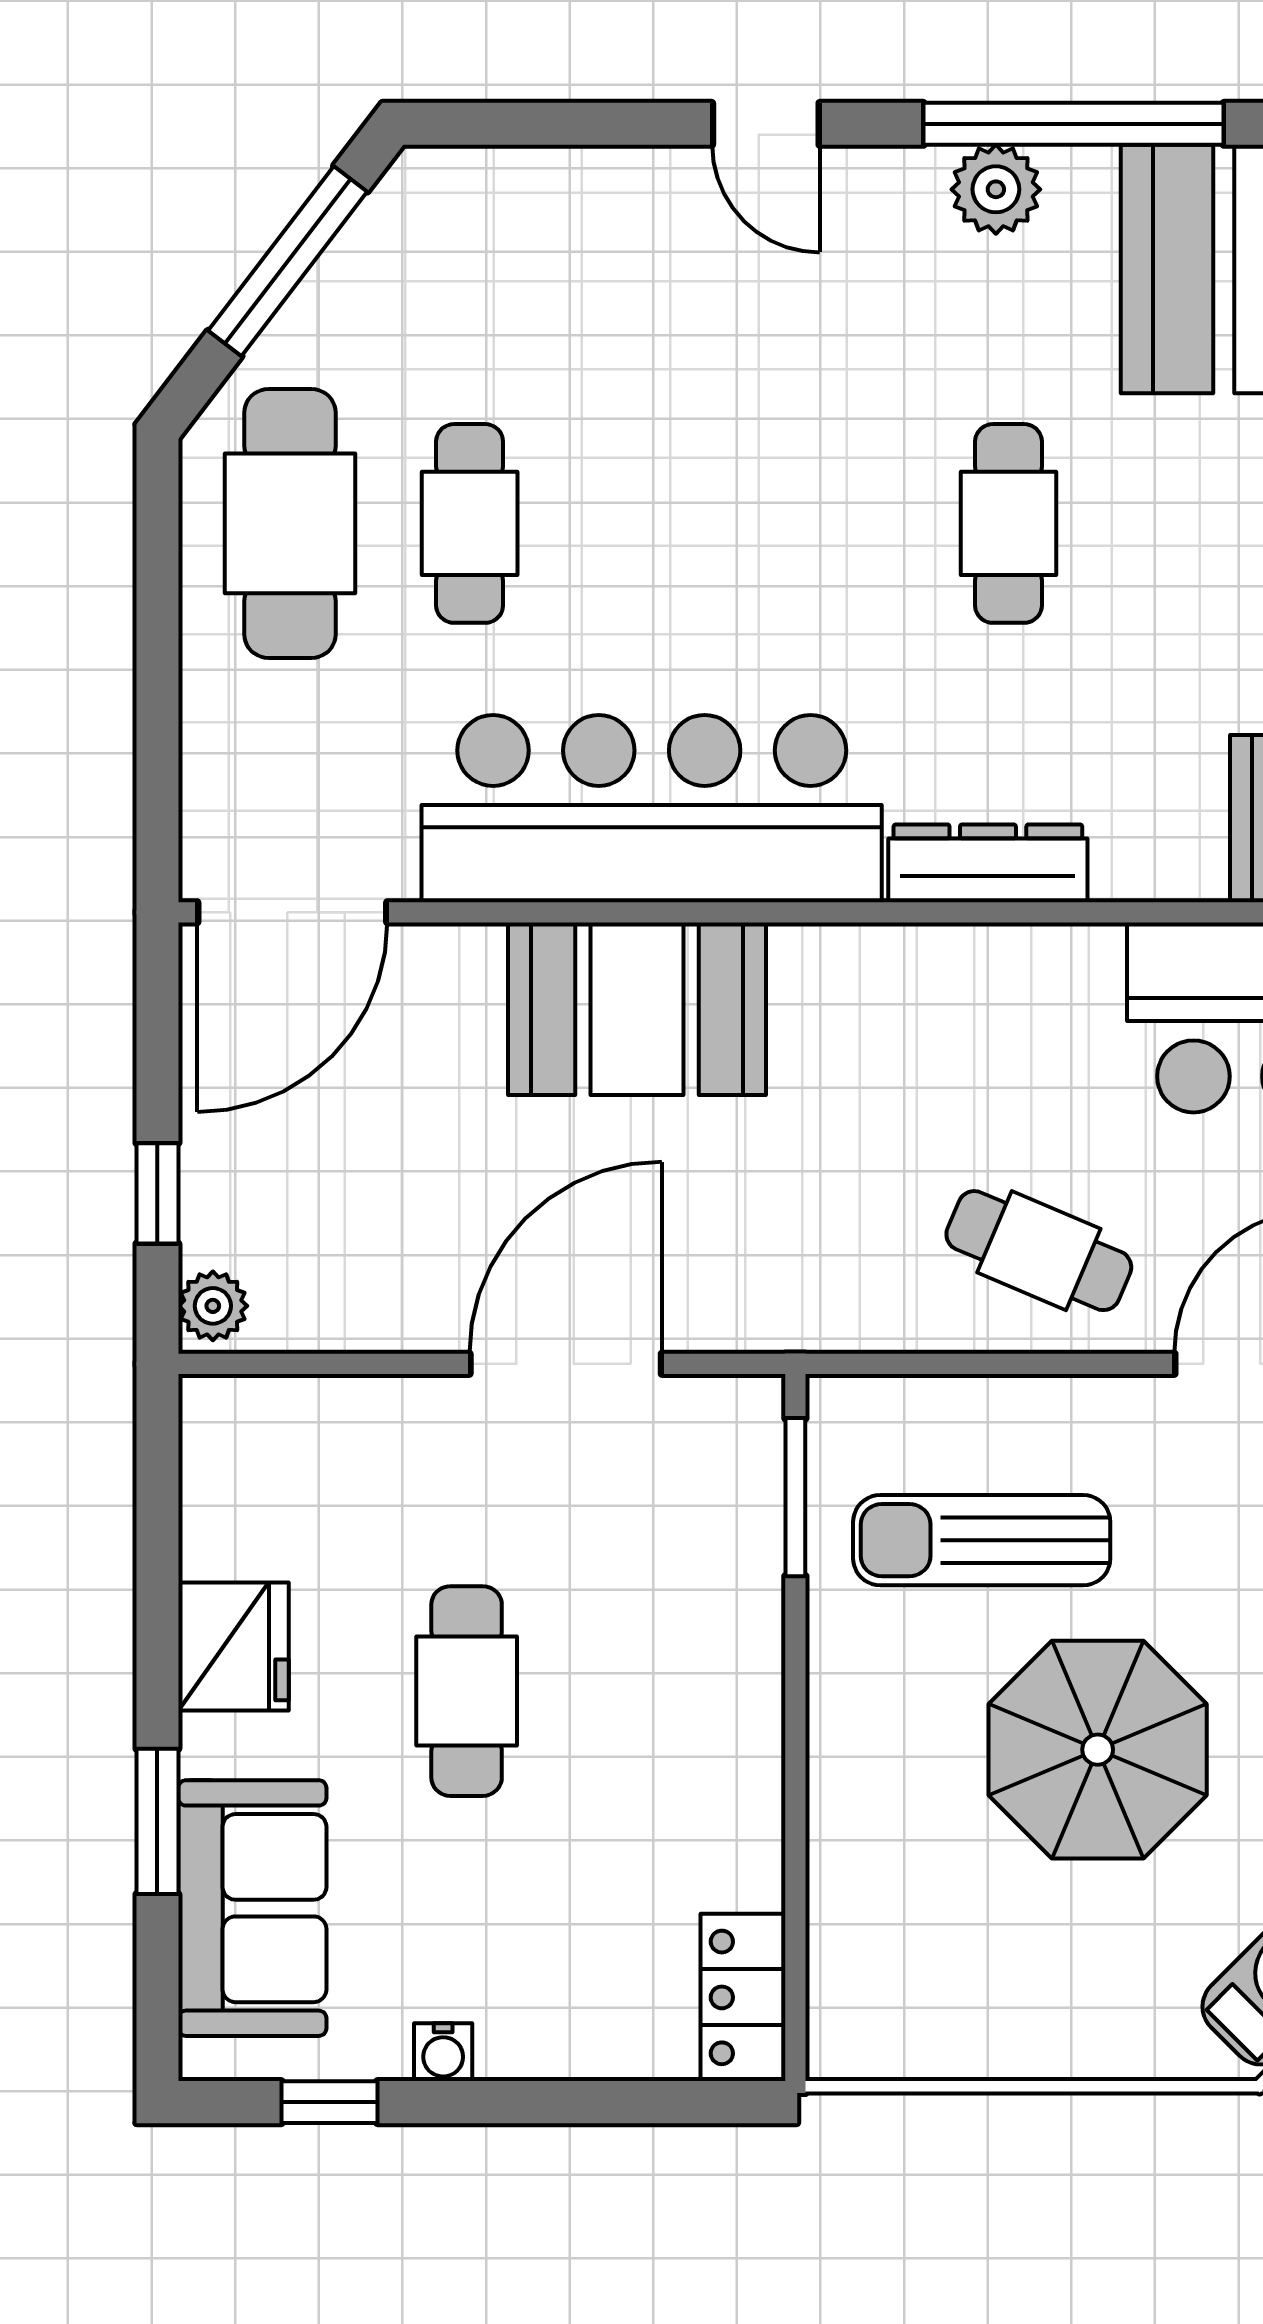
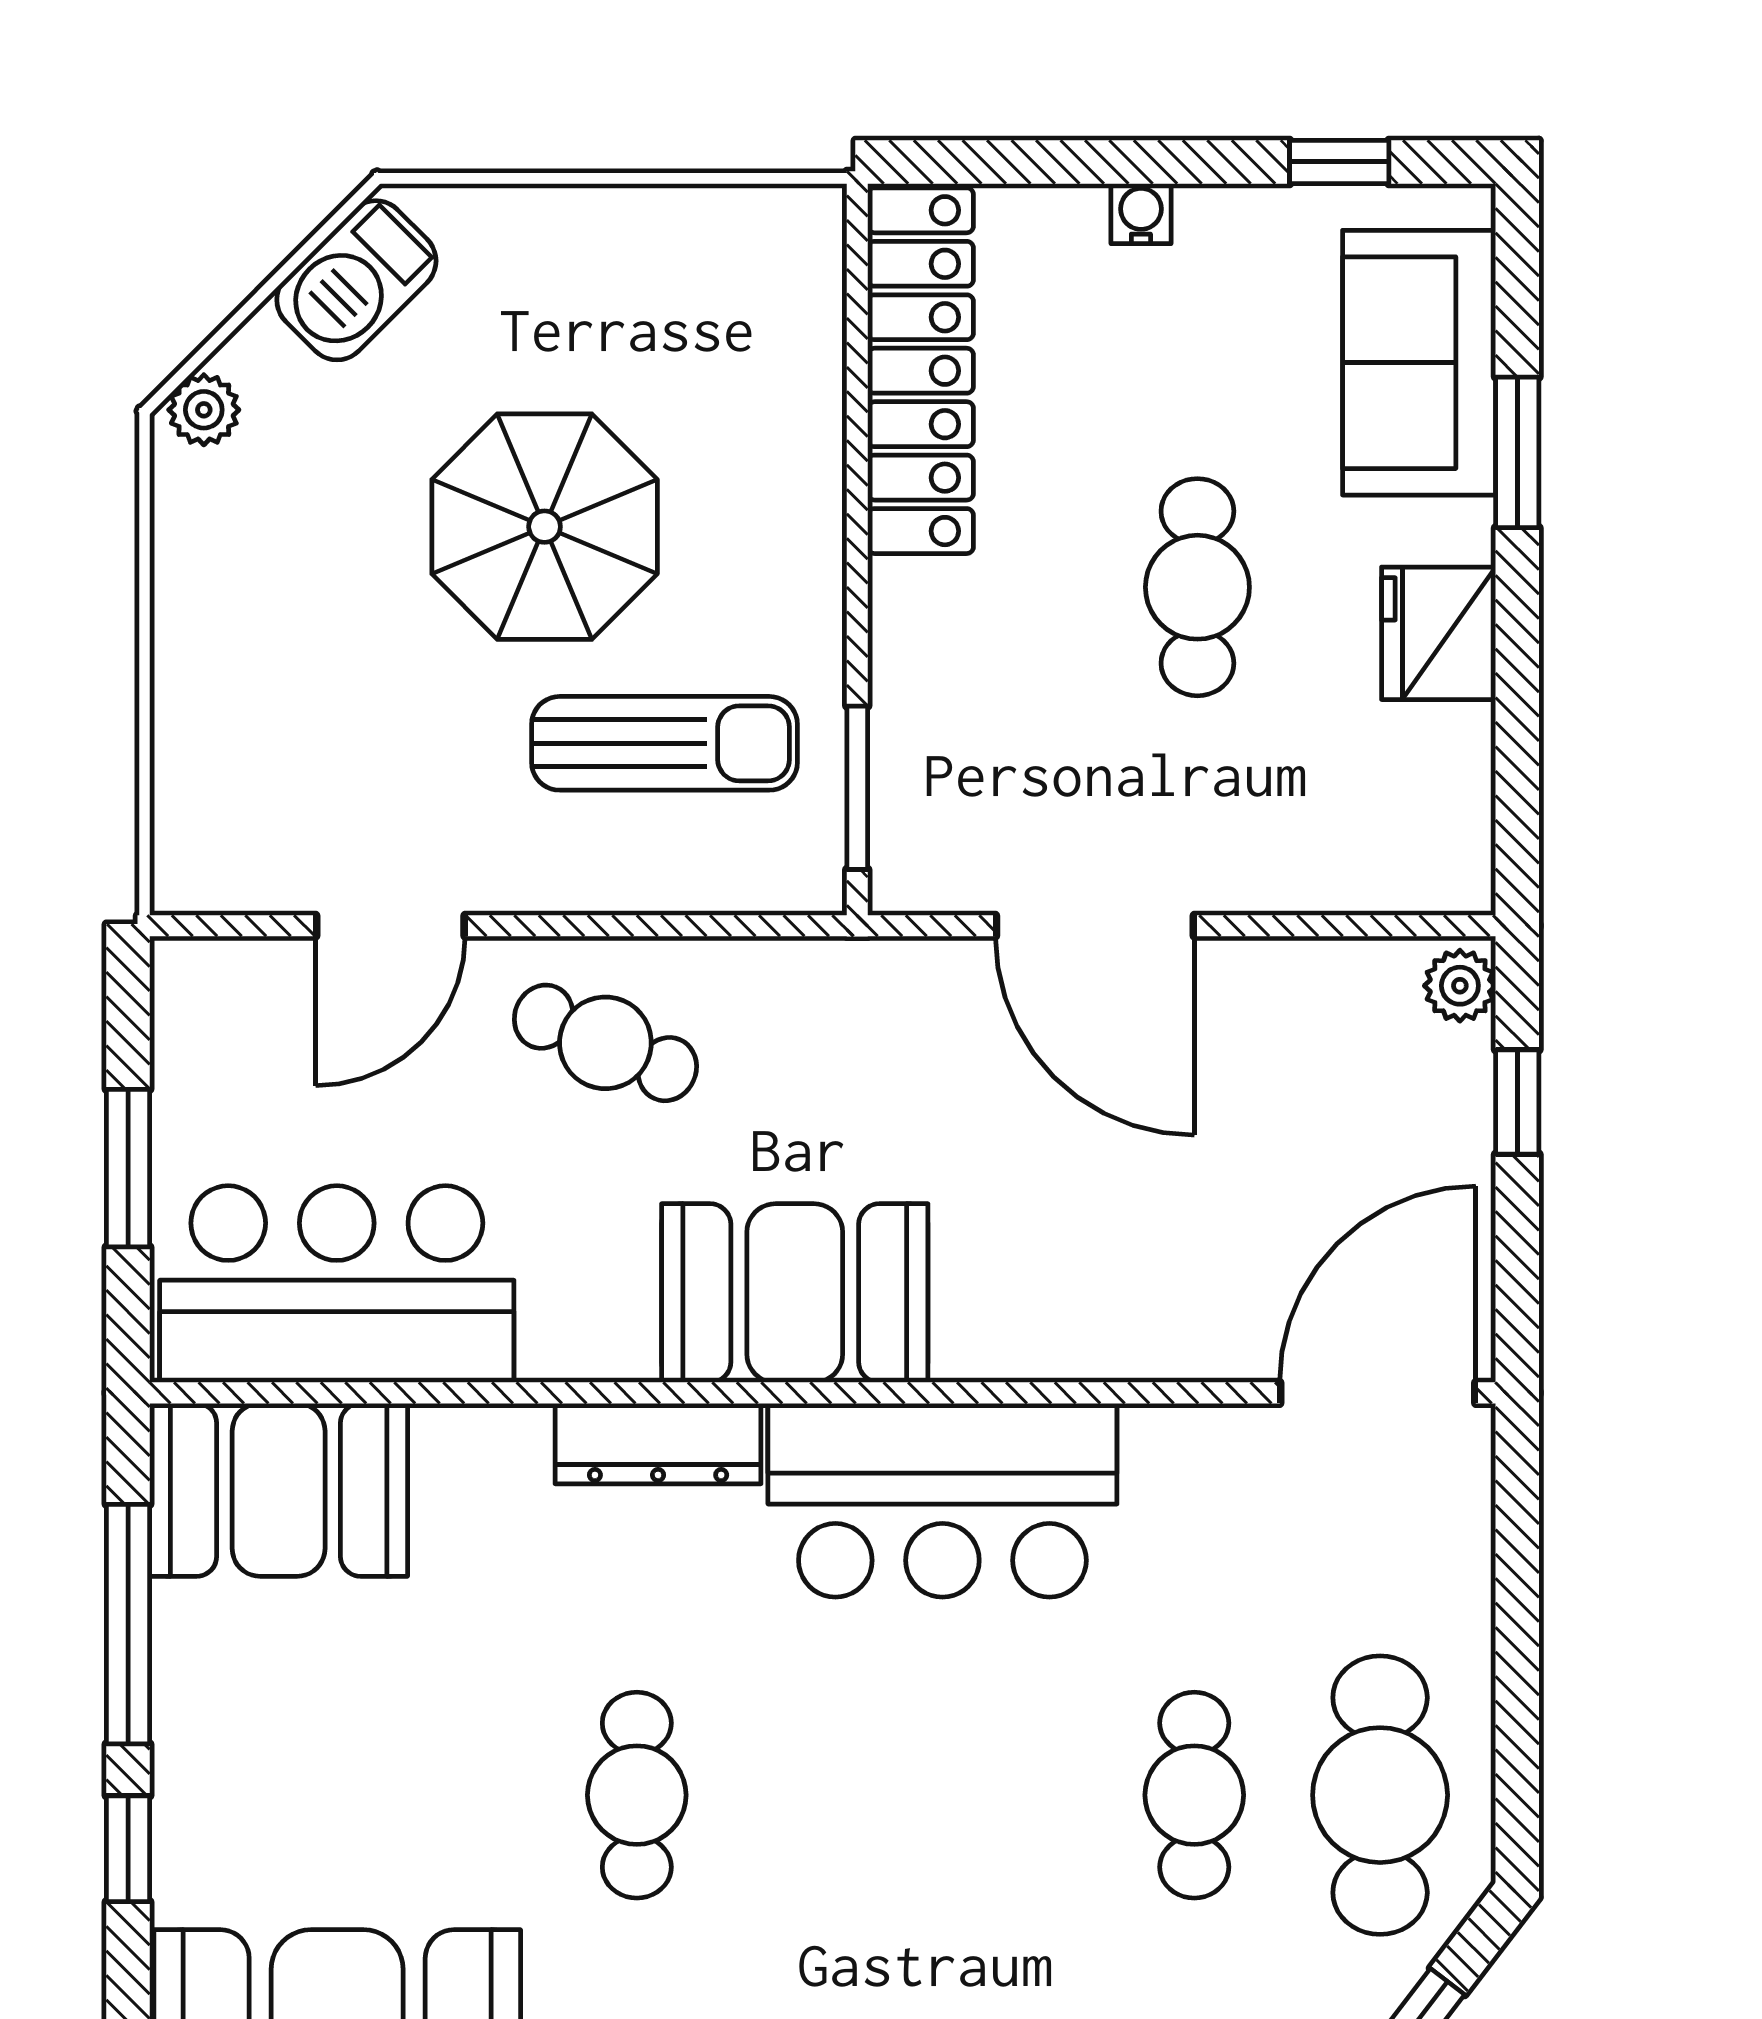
bar counter: (652, 809) -> (942, 1500), width x0.73
booth: (637, 1009) -> (795, 1293), moved
door: (566, 1364) -> (1095, 926), hinge flipped
locker: (743, 1997) -> (921, 371), width x2.16, depth x1.21
water cooler: (443, 2052) -> (1141, 214), moved

